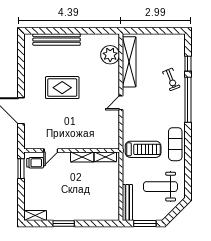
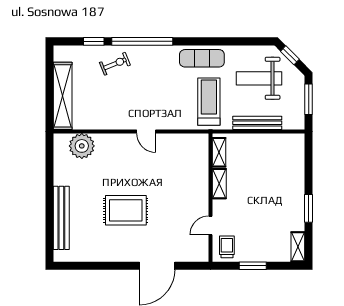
shelving: (129, 62) -> (63, 96), moved, turned 90
rug: (62, 88) -> (126, 210), turned 90
door: (51, 151) -> (210, 225), swing flipped
window: (21, 169) -> (253, 266), moved
weight bench: (160, 187) -> (259, 78), turned 90
bench: (127, 202) -> (257, 123), moved
window: (178, 210) -> (290, 55), added

